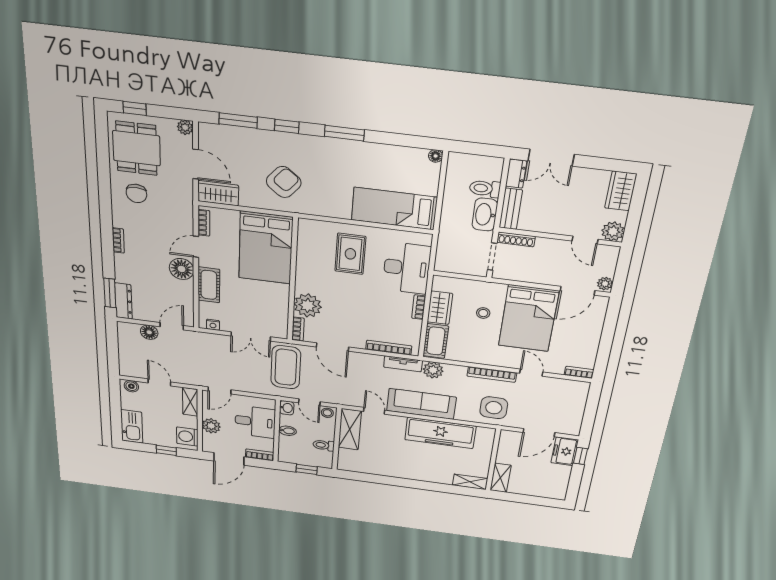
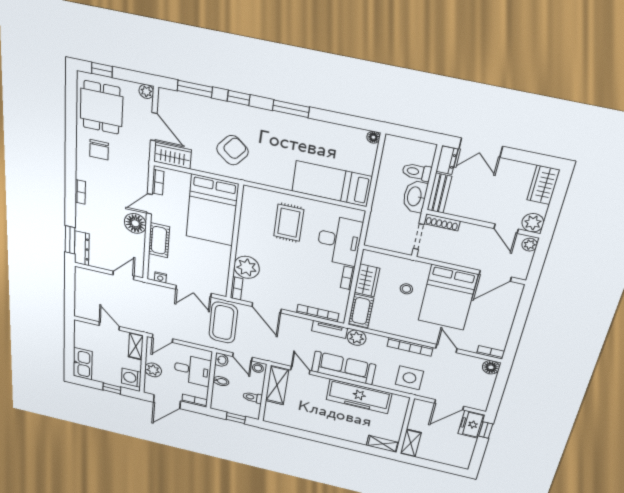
plant: (605, 284) -> (530, 245), moved
floor lamp: (149, 332) -> (491, 367), moved
boiler: (131, 386) -> (84, 327), removed

